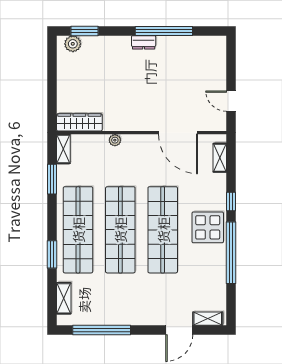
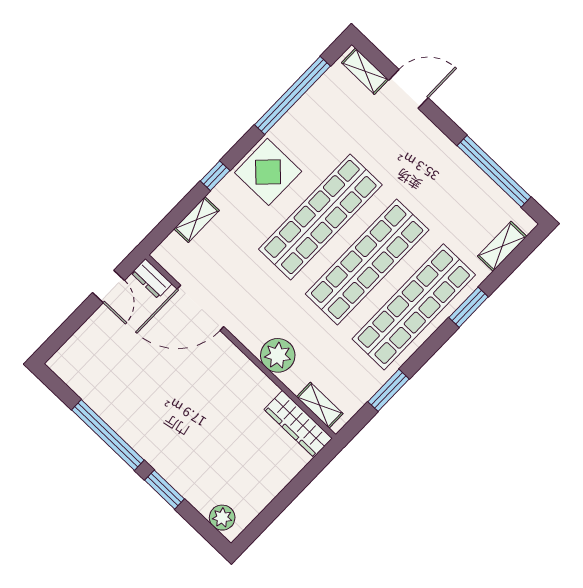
window: (85, 31) -> (165, 490), moved
dresser: (144, 42) -> (152, 279), moved, turned 180
door: (178, 133) -> (200, 308), swing flipped
plant: (115, 140) -> (278, 355), width x1.88, depth x1.88
shelving: (63, 149) -> (320, 405), moved, turned 90
shelving: (220, 158) -> (197, 220), moved
window: (231, 253) -> (292, 95), moved

